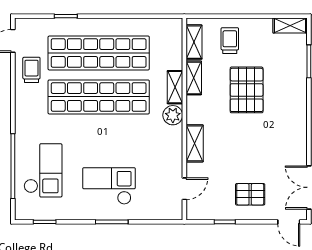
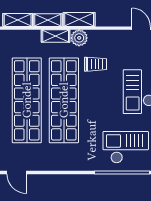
trolley: (31, 70) -> (95, 64), moved, turned 180
shelving: (195, 143) -> (79, 19), moved

